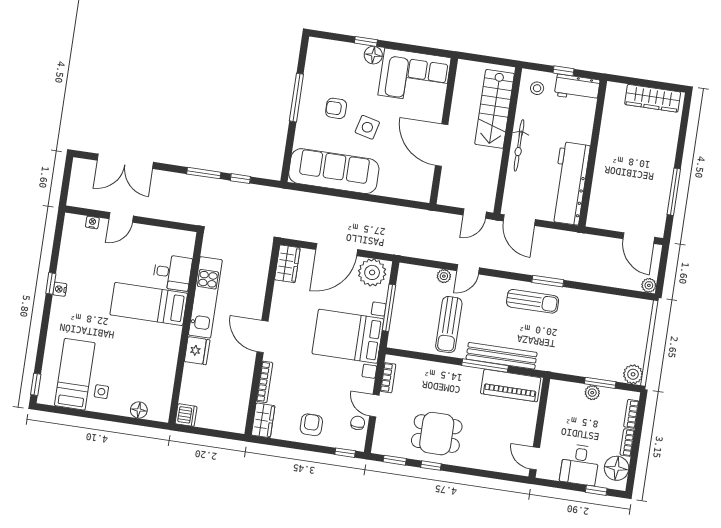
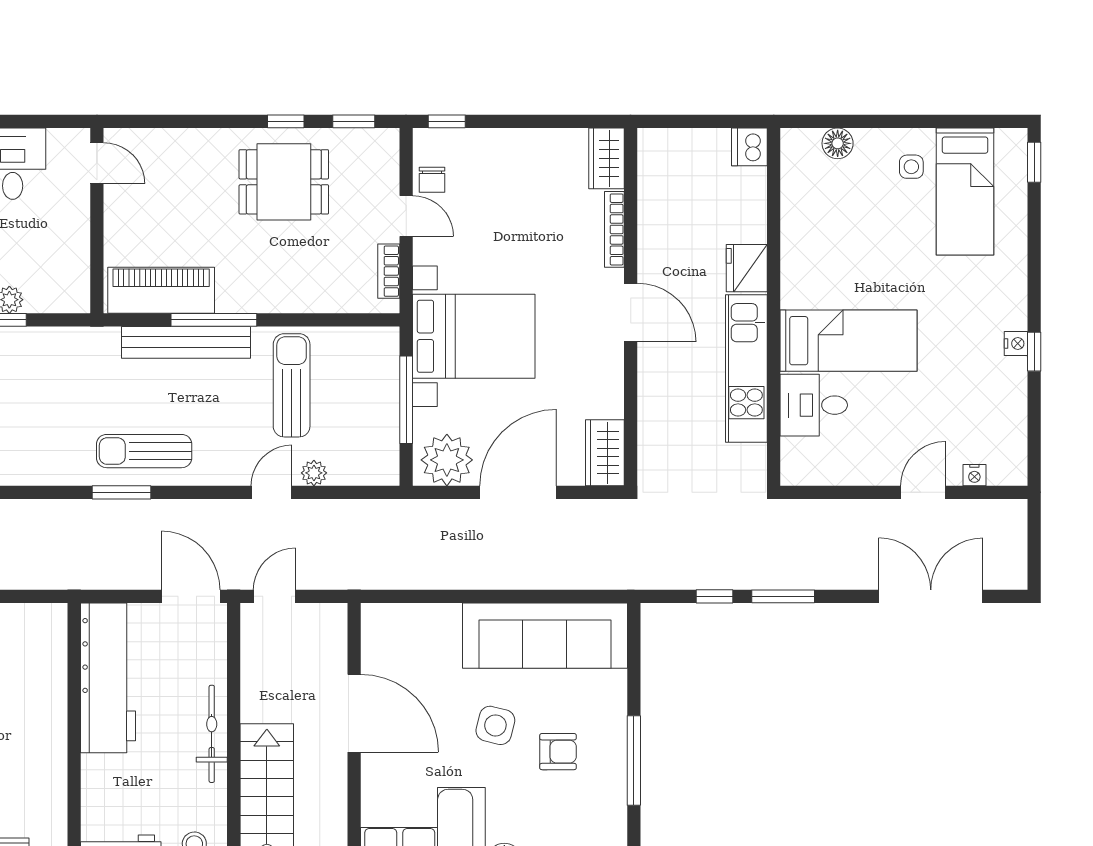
armchair: (311, 425) -> (517, 164), removed

